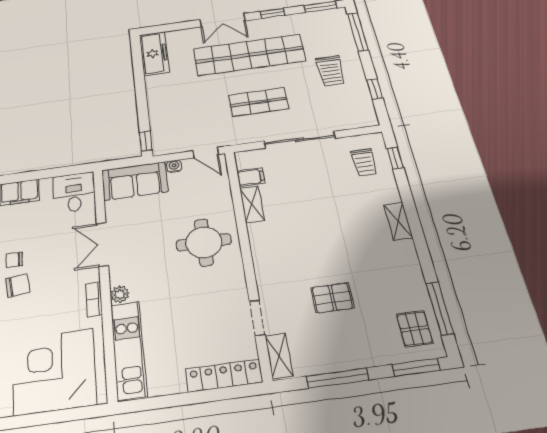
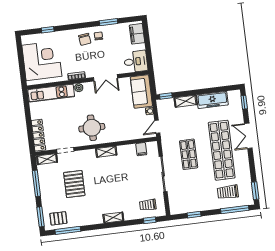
window: (272, 13) -> (244, 102), moved
freezer: (154, 53) -> (212, 100), moved
trolley: (331, 71) -> (228, 192), moved
shelving: (157, 111) -> (186, 101), added
shelving: (252, 204) -> (106, 152), moved
round table: (204, 242) -> (92, 128), moved
double door: (102, 244) -> (106, 78), swing flipped
pallet: (332, 298) -> (74, 184), width x1.50, depth x1.42

